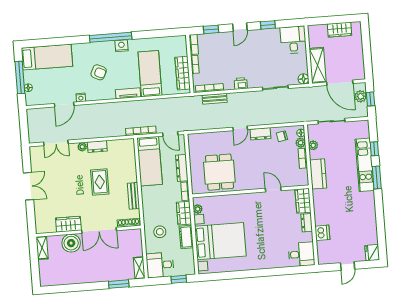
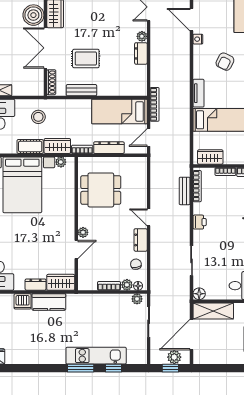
wardrobe: (183, 73) -> (210, 157), width x0.67
plant: (313, 145) -> (137, 299), moved
kitchen counter: (318, 174) -> (49, 302), moved
rug: (100, 182) -> (86, 59), moved
plant: (258, 185) -> (83, 232), added

